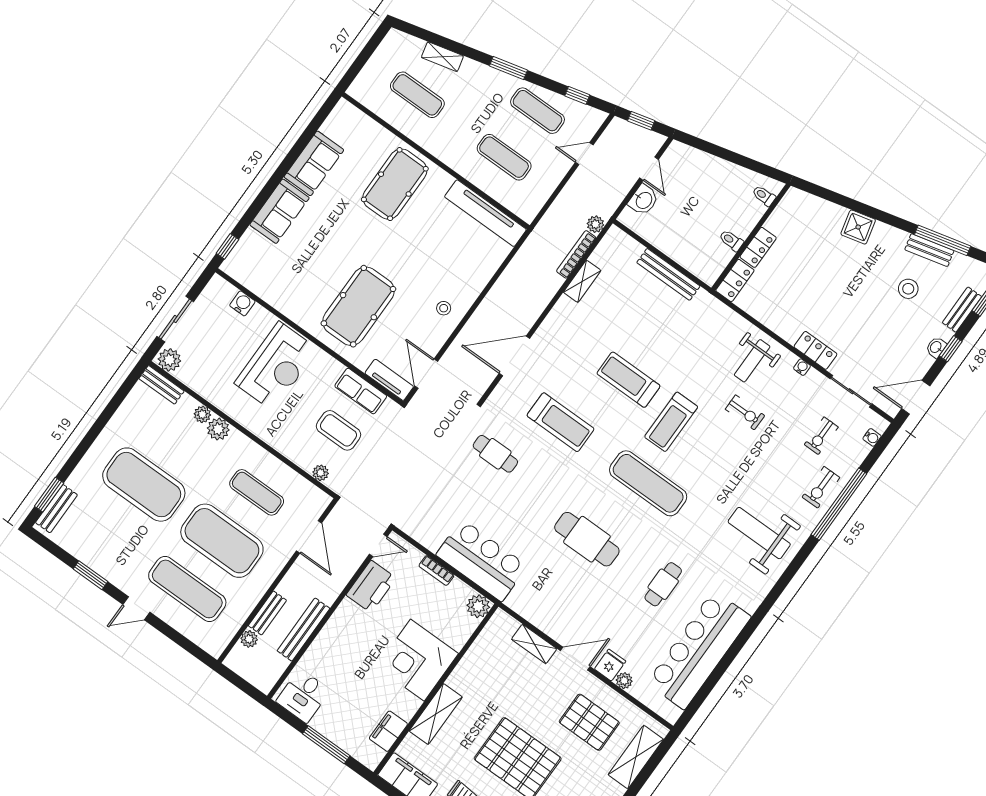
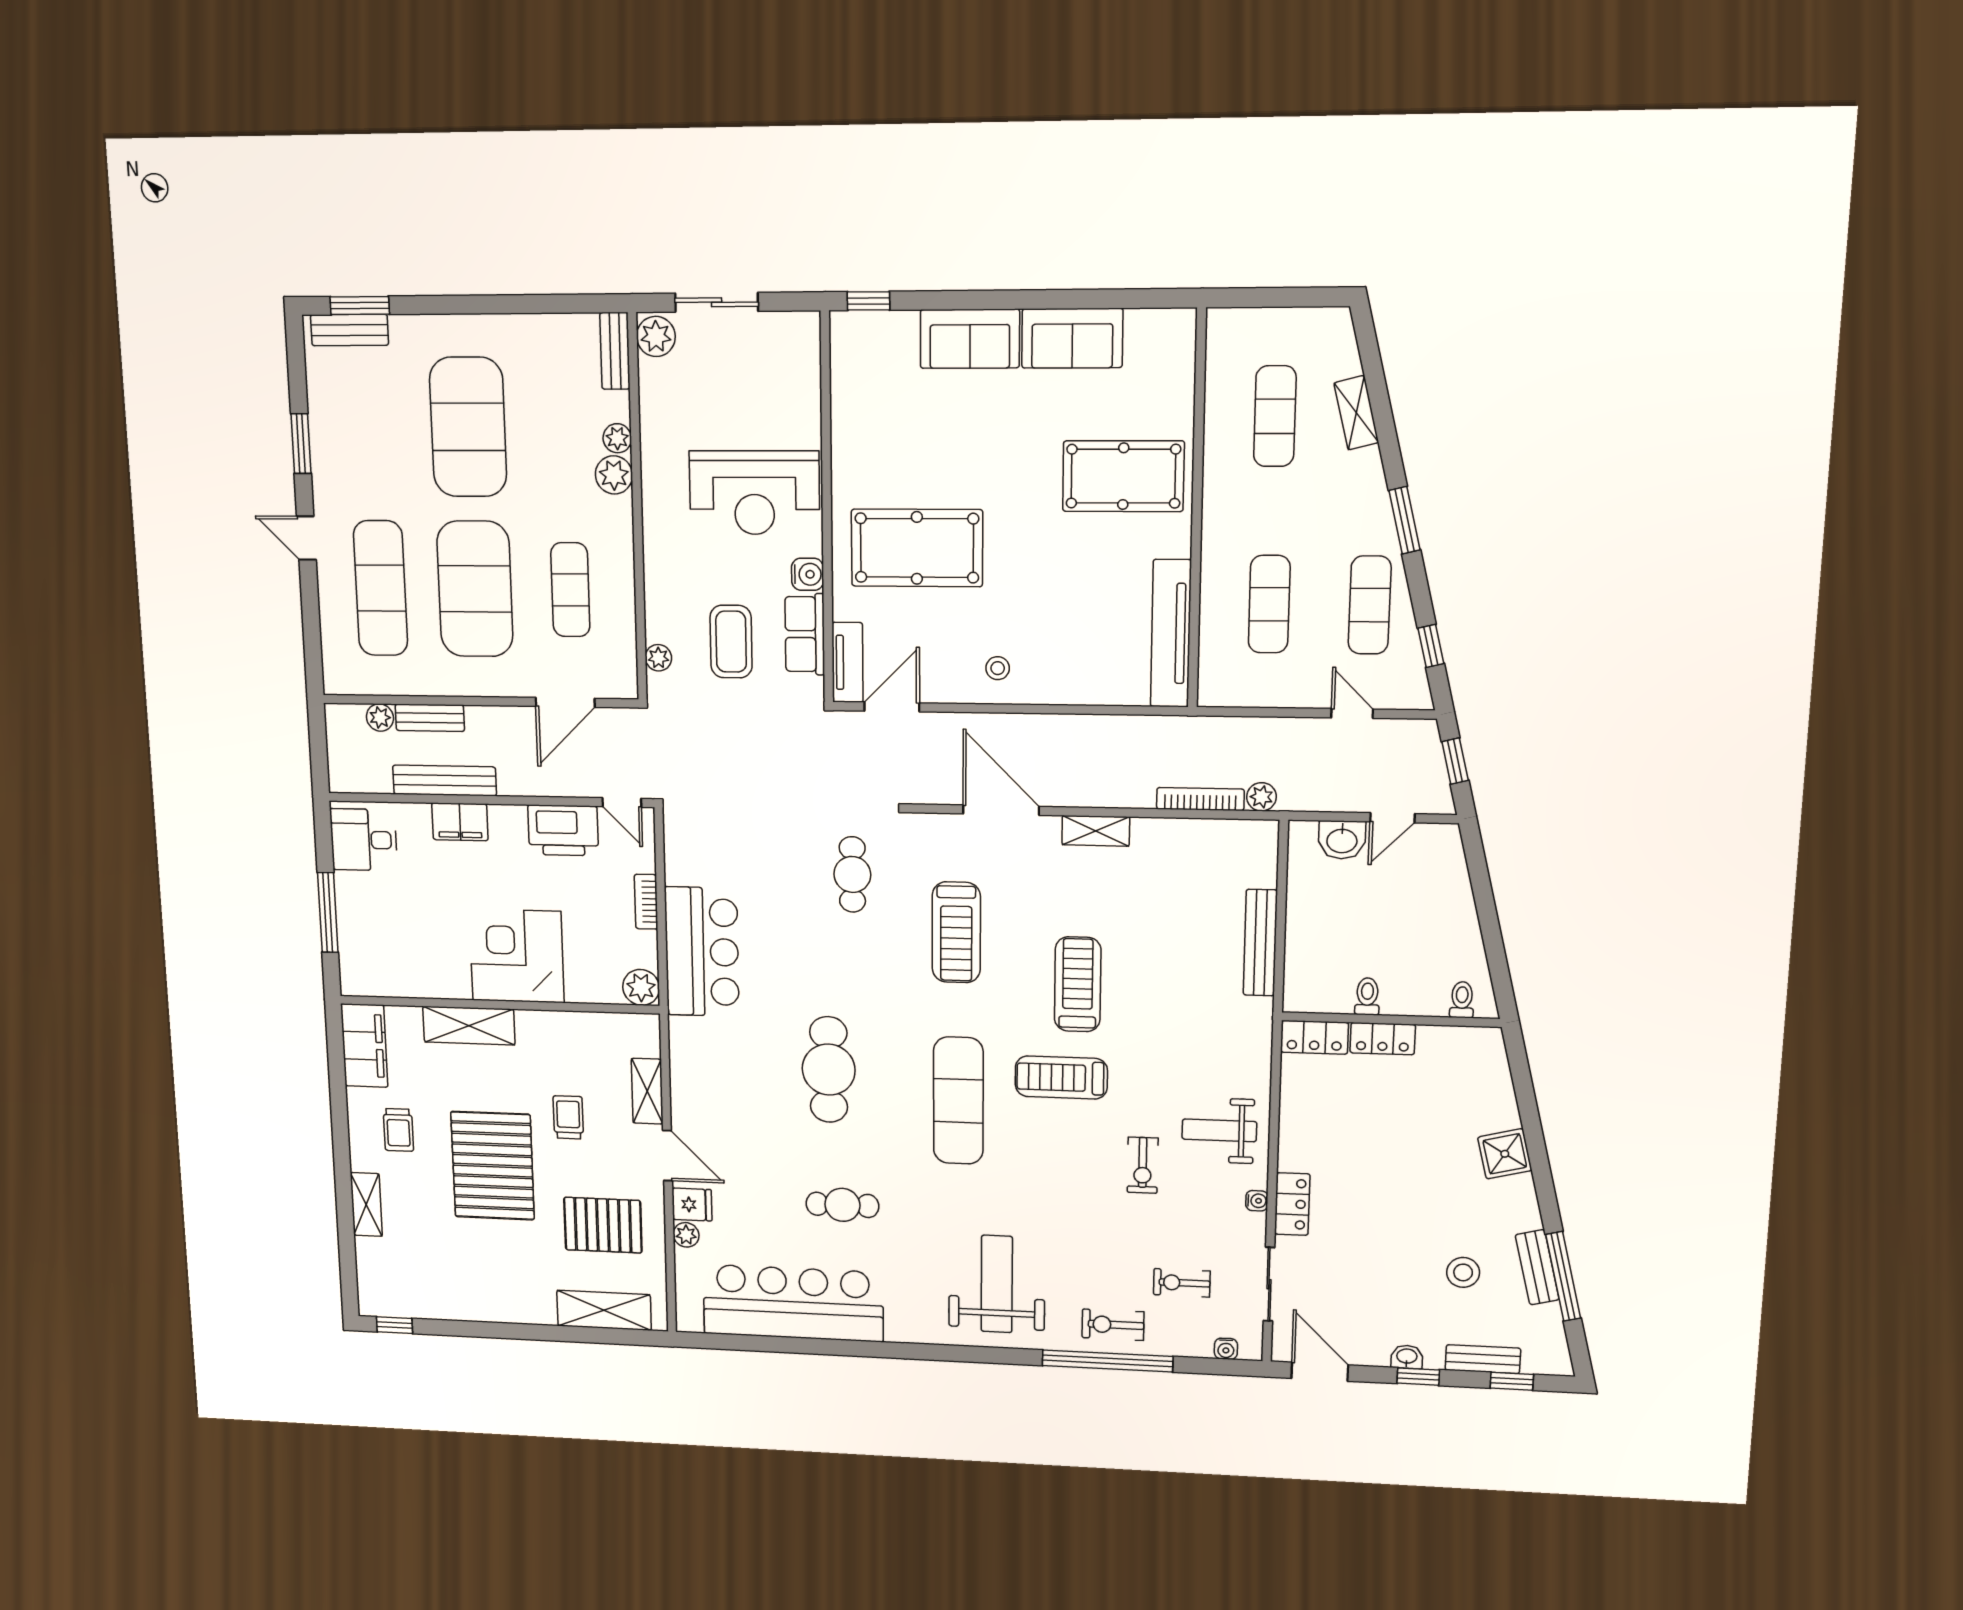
shelving: (582, 281) -> (1096, 831), moved
water cooler: (242, 303) -> (808, 574), moved
trolley: (520, 697) -> (568, 1117), added
pallet: (589, 722) -> (603, 1225), turned 90
filing cabinet: (388, 731) -> (460, 822), moved, turned 180

